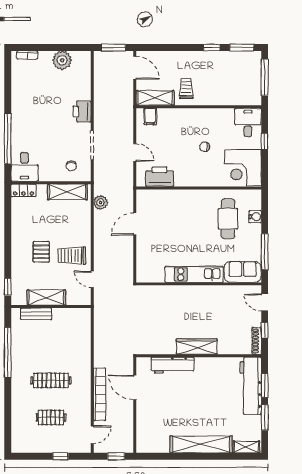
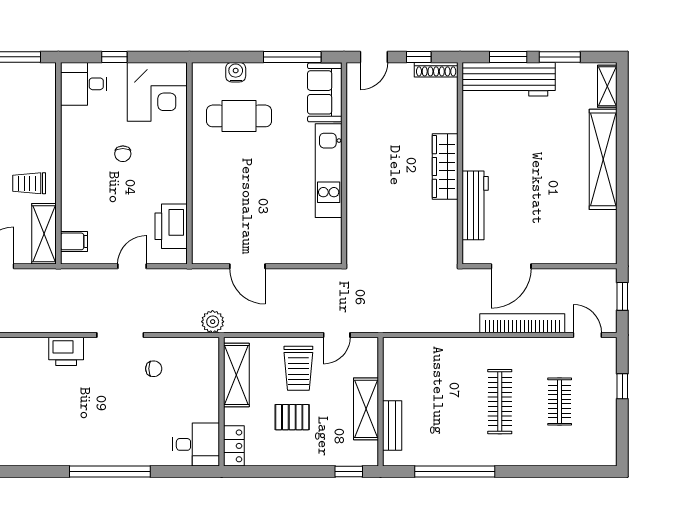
desk: (24, 167) -> (196, 444), moved
wall: (51, 183) -> (222, 402), moved
locker: (24, 190) -> (234, 446), moved
shelving: (67, 192) -> (236, 375), moved

